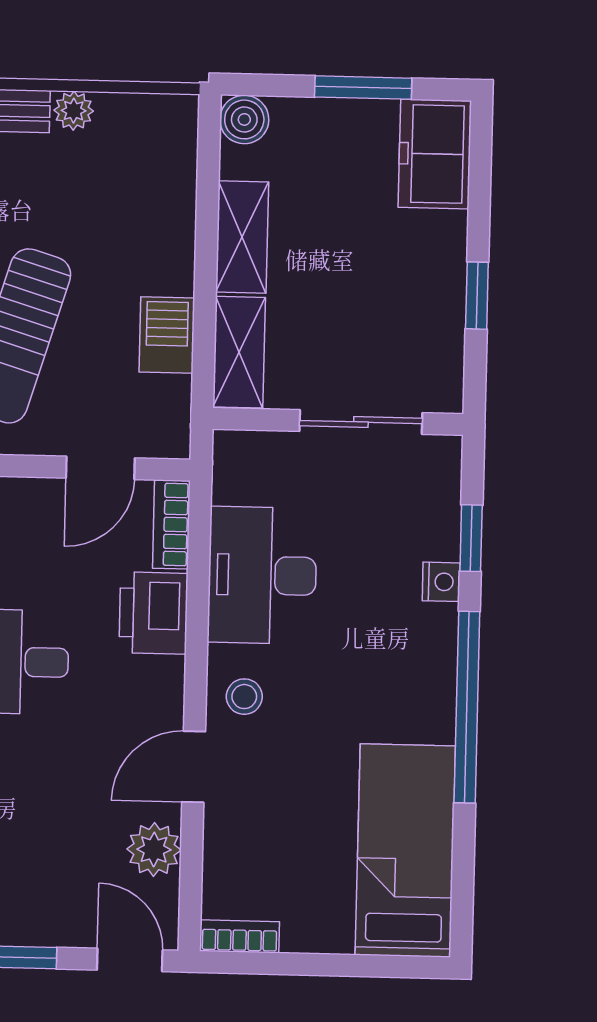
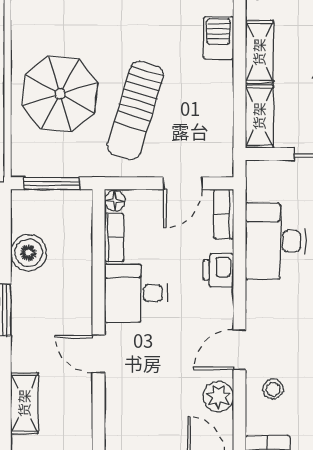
barbecue: (167, 335) -> (218, 38), moved
printer: (153, 613) -> (218, 270), width x0.73, depth x0.81
stool: (244, 697) -> (273, 389), moved

